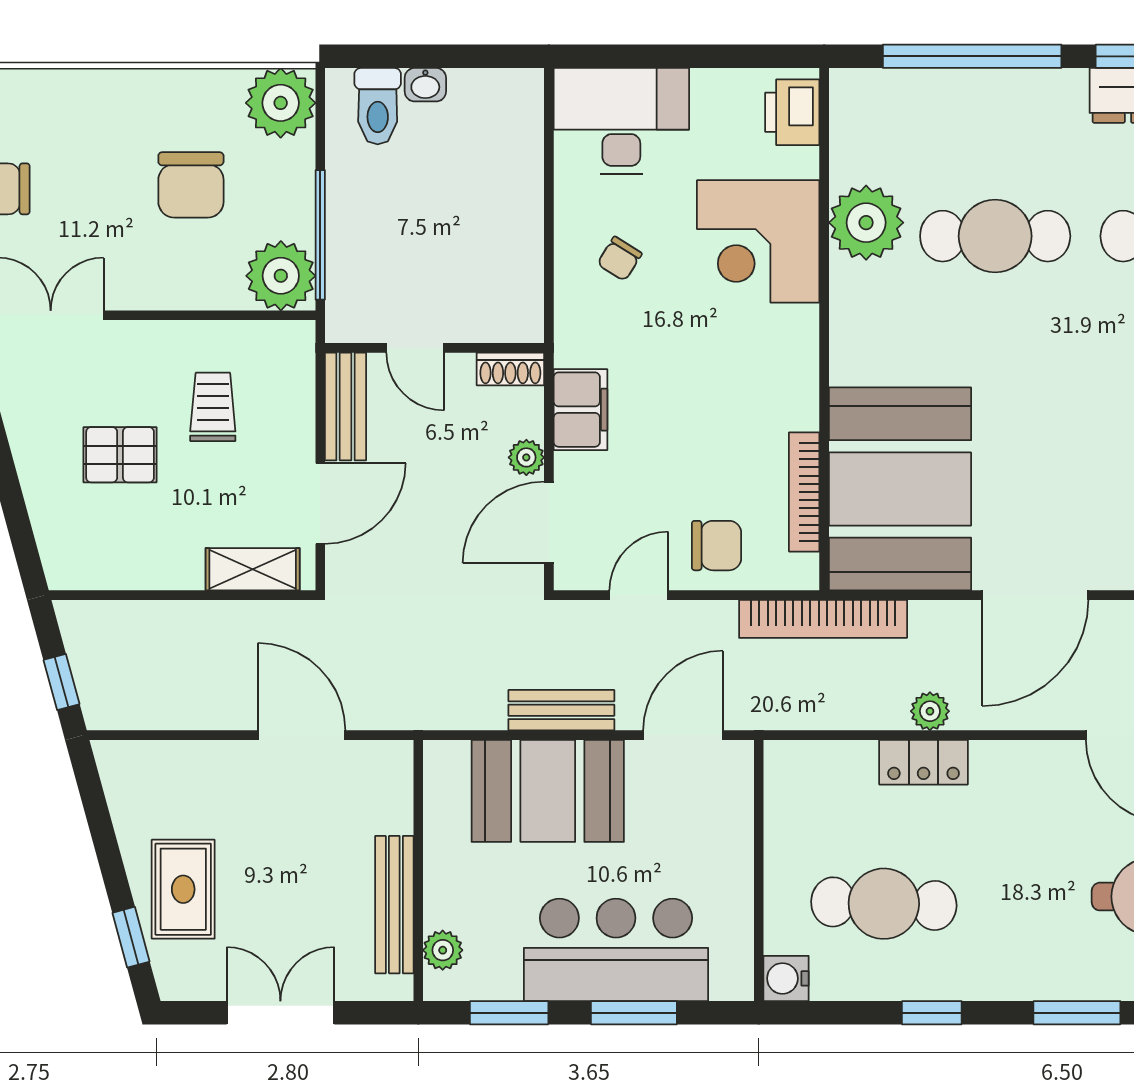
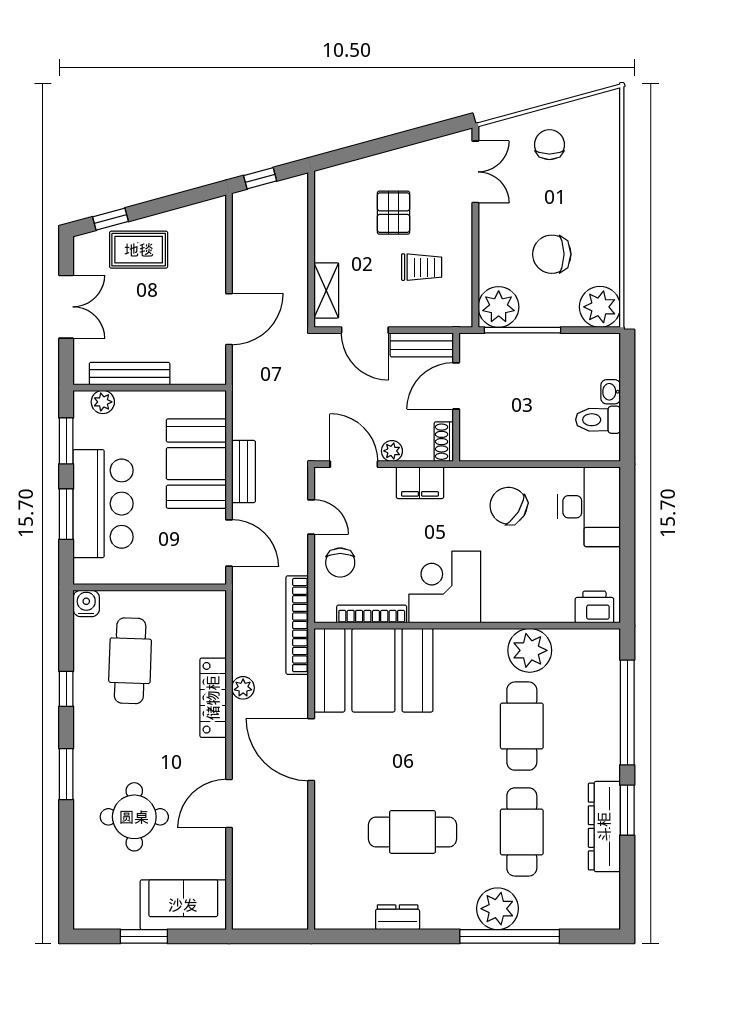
toilet: (378, 106) -> (598, 420), moved
corner desk: (758, 241) -> (445, 587), moved
chair: (620, 259) -> (509, 506), width x1.87, depth x1.87
door: (415, 348) -> (456, 386), width x1.38
locker: (924, 762) -> (213, 698), width x1.53

